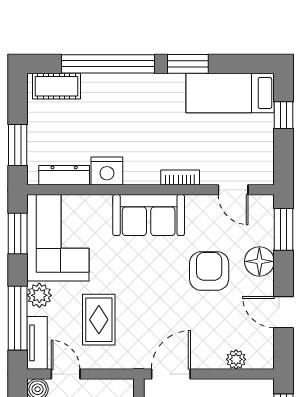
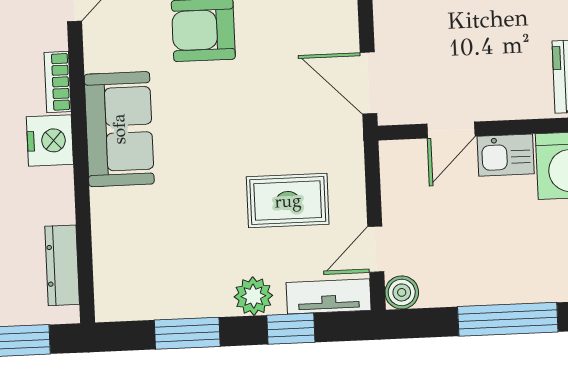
nightstand: (107, 171) -> (50, 141), moved
window: (18, 233) -> (187, 333), moved
corner sofa: (58, 238) -> (161, 271), removed
window: (18, 318) -> (291, 329), width x0.46

